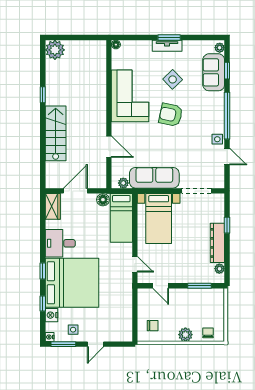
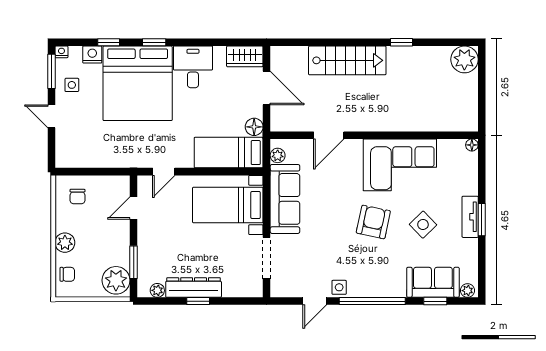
window: (227, 225) -> (198, 301), moved
plant: (212, 298) -> (116, 280), added

